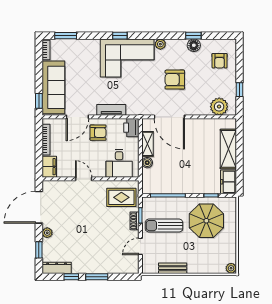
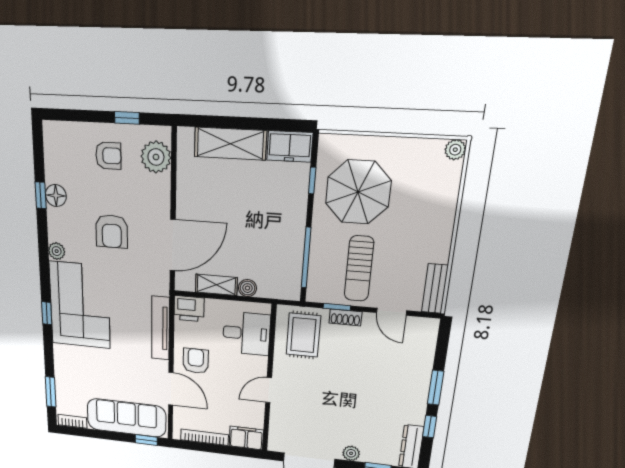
armchair: (220, 61) -> (108, 156), moved
tv unit: (111, 110) -> (161, 328), width x1.41
bench: (173, 268) -> (435, 289), moved

